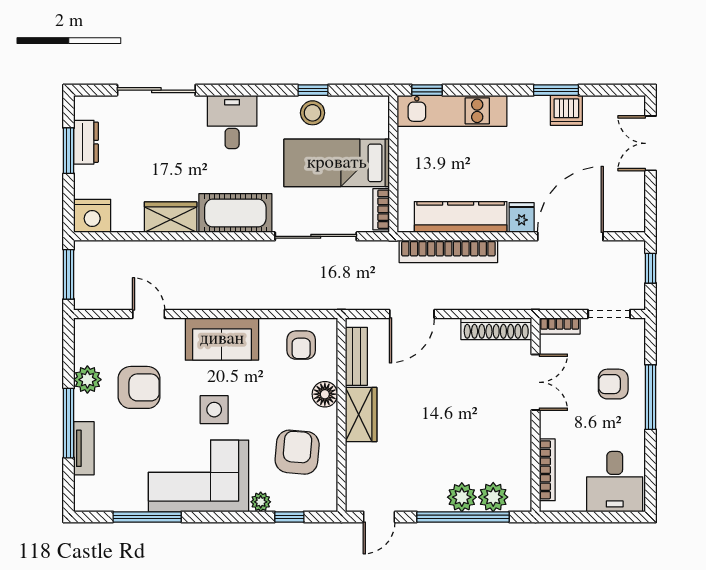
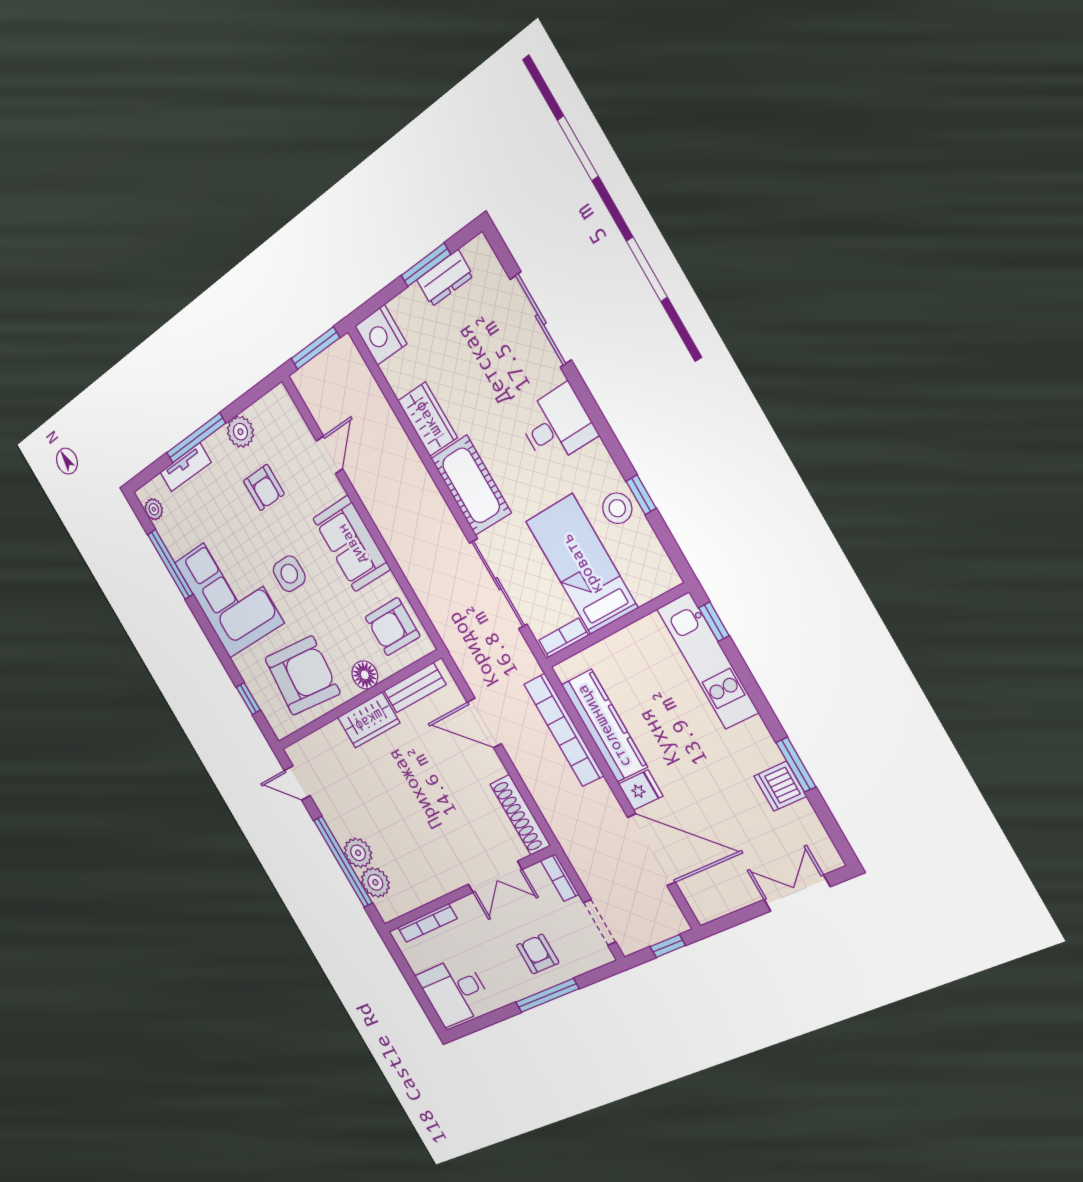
armchair: (301, 345) -> (392, 627), width x1.38, depth x1.38
armchair: (139, 387) -> (264, 488), width x0.72, depth x0.72
armchair: (297, 452) -> (302, 676), width x1.36, depth x1.36
plant: (261, 502) -> (154, 509), moved

